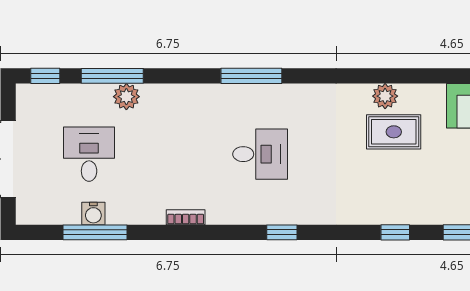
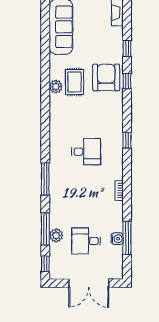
window: (251, 76) -> (45, 179), moved
plant: (126, 97) -> (56, 235), moved
desk: (260, 154) -> (86, 152), turned 90
armchair: (402, 192) -> (106, 77), added

